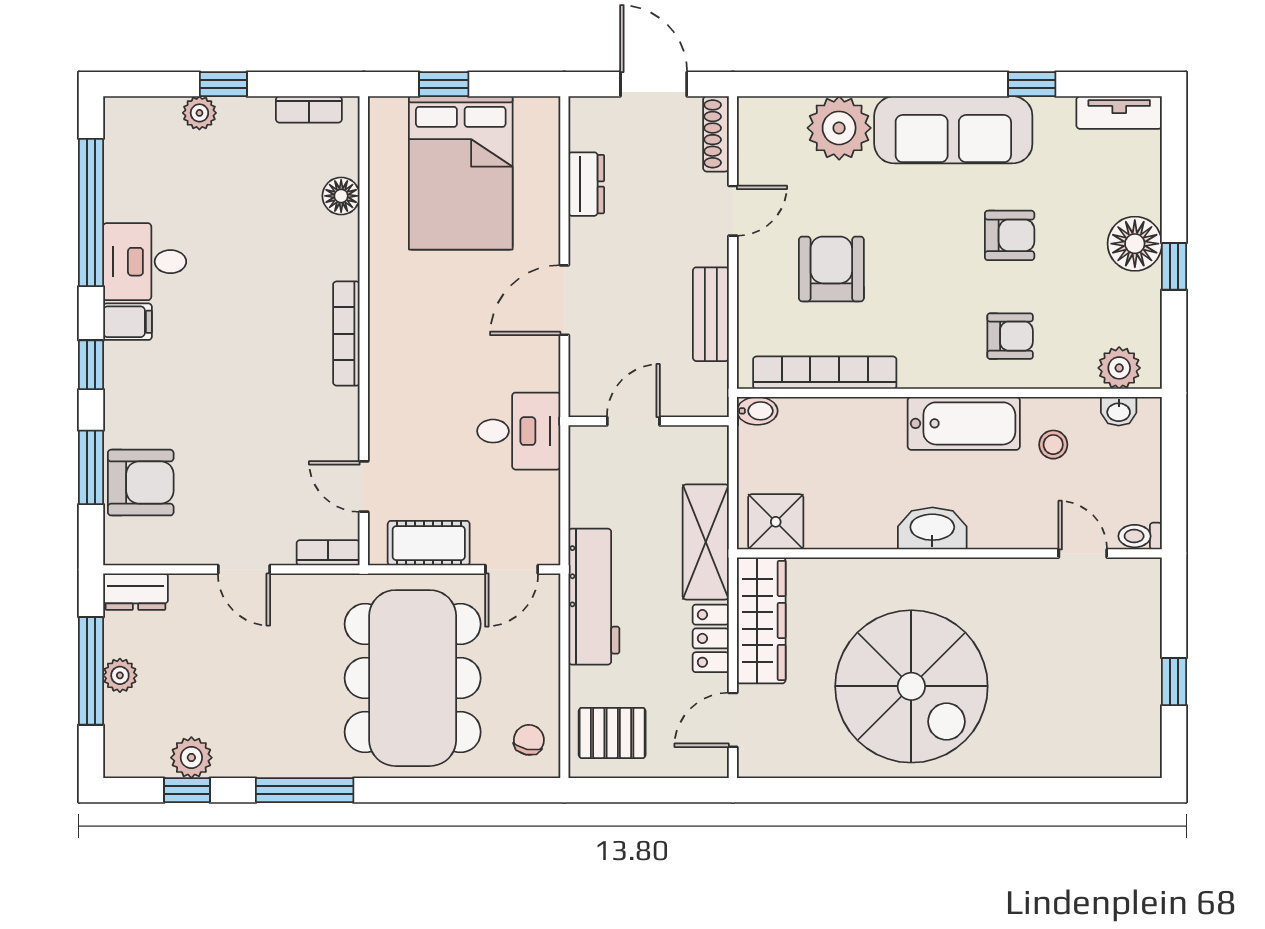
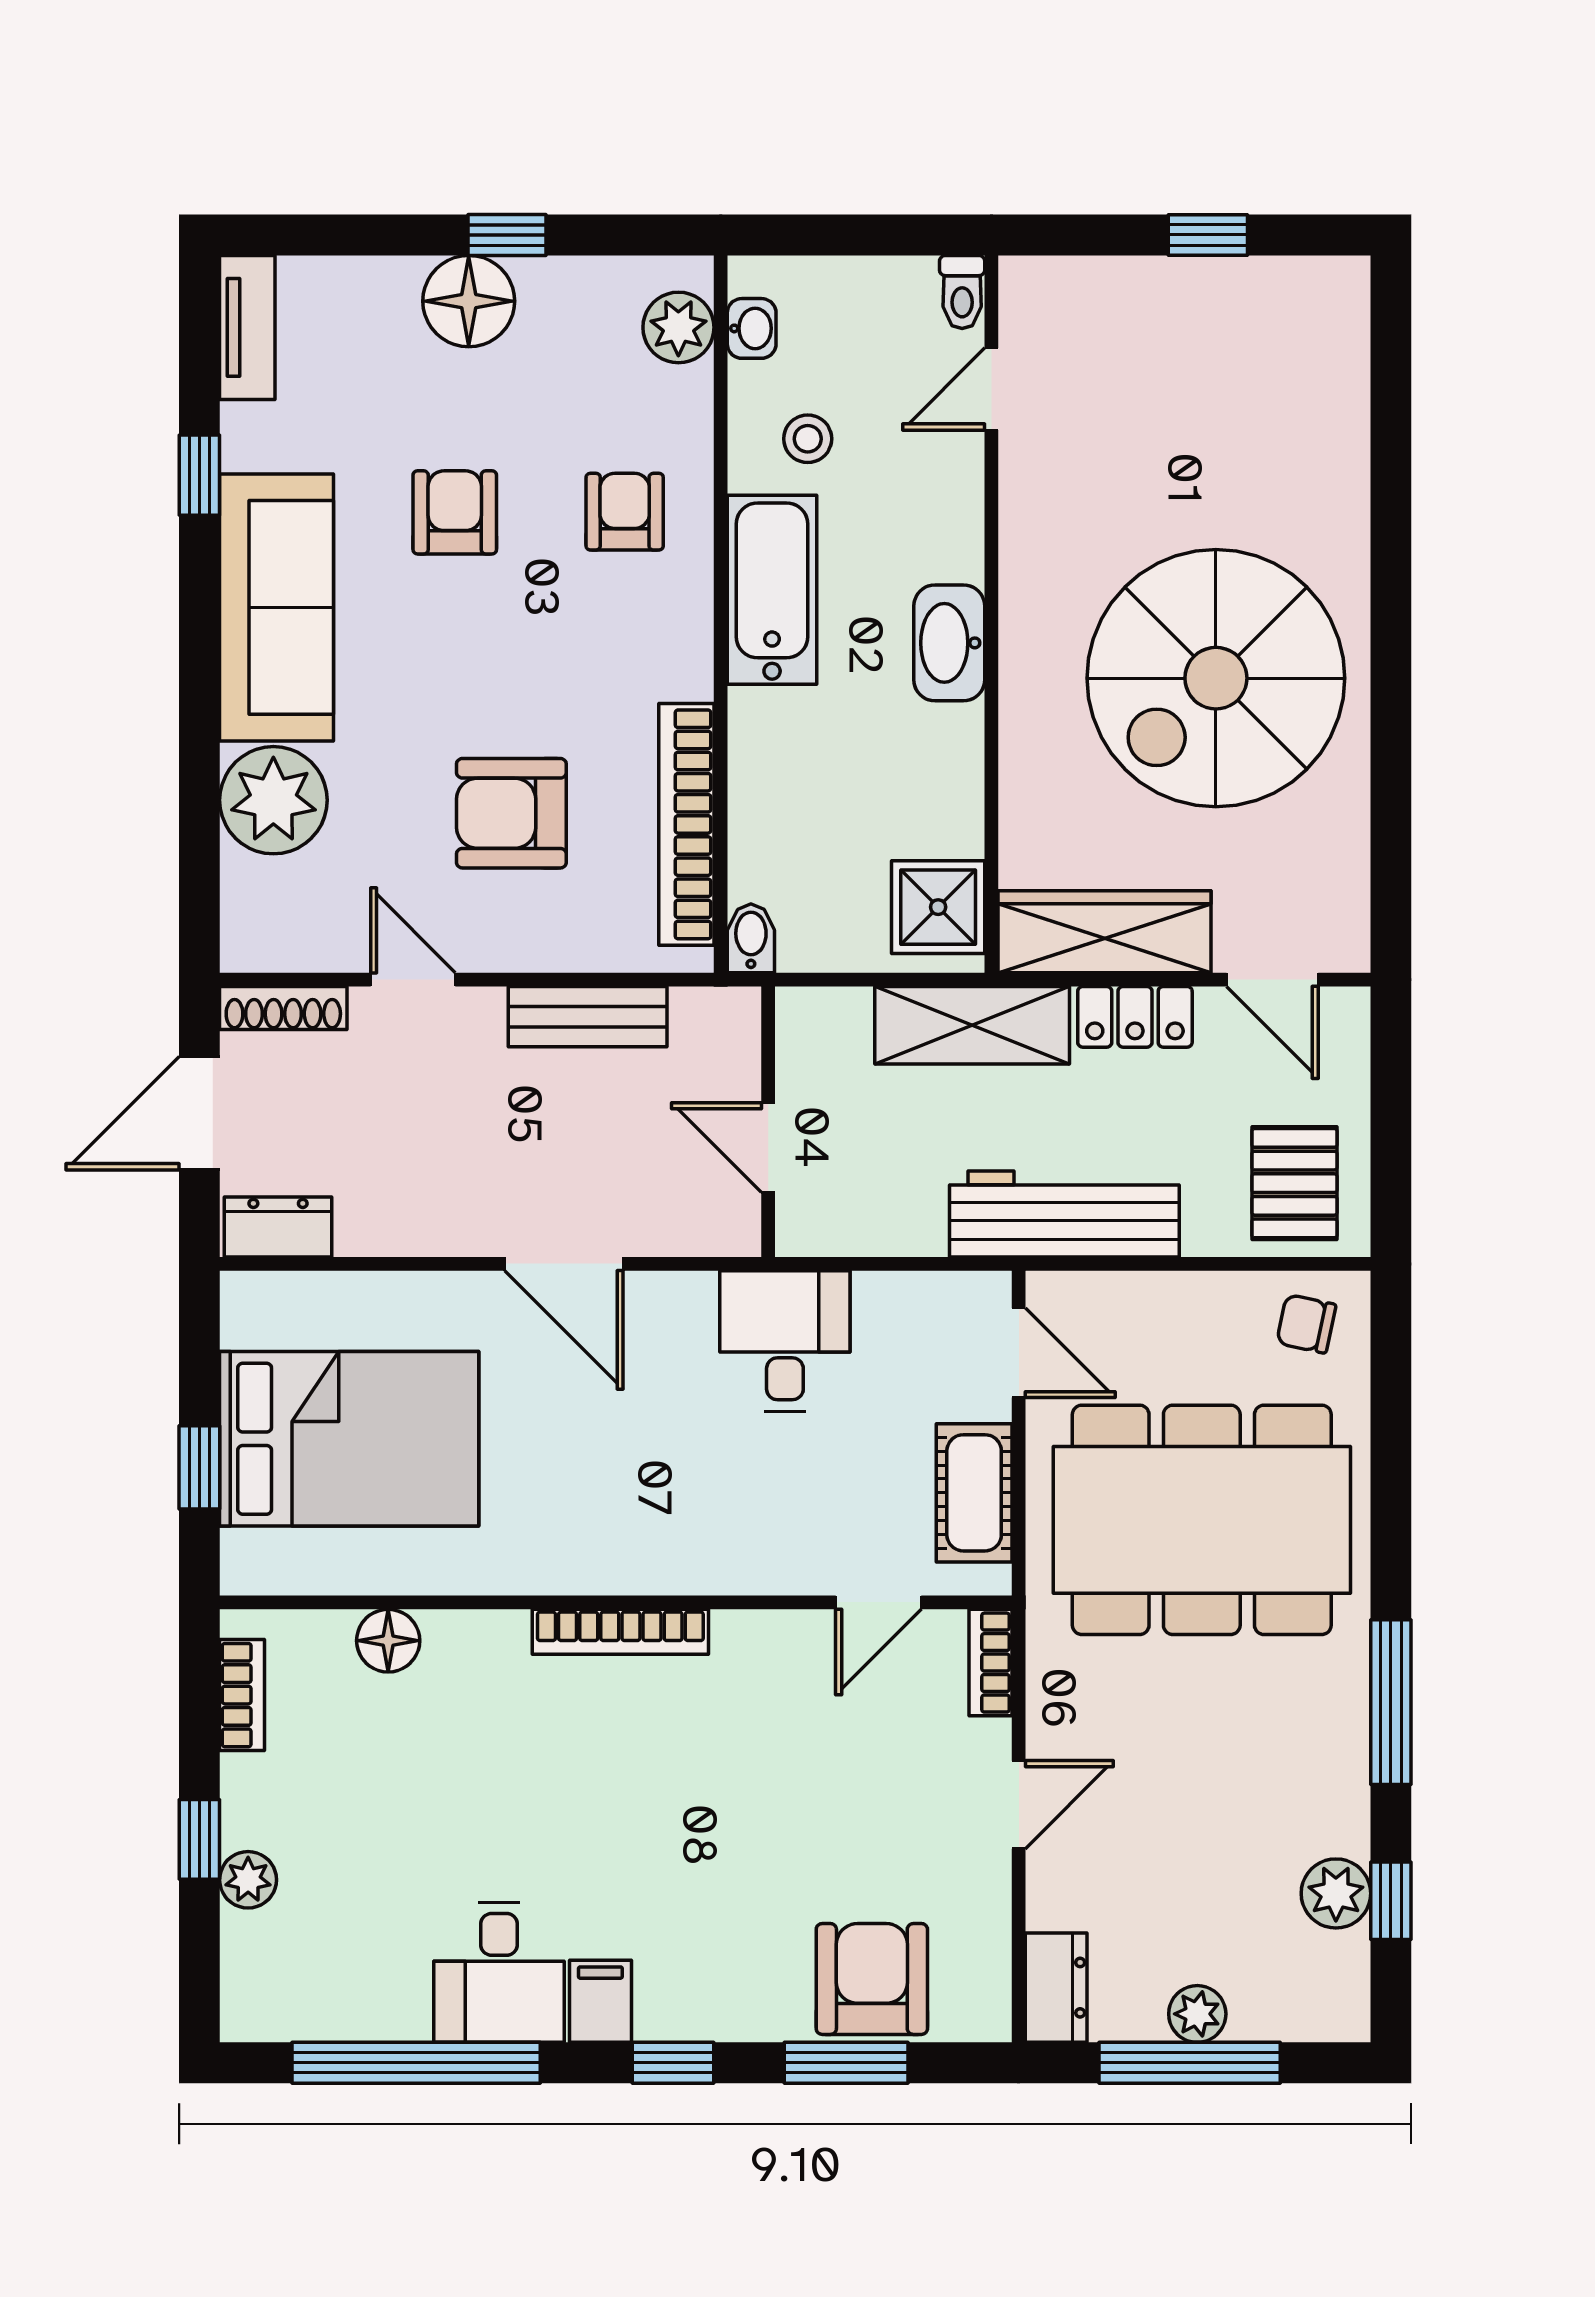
dresser: (586, 184) -> (278, 1227), moved
spiral stairs: (911, 686) -> (1216, 678), turned 180

